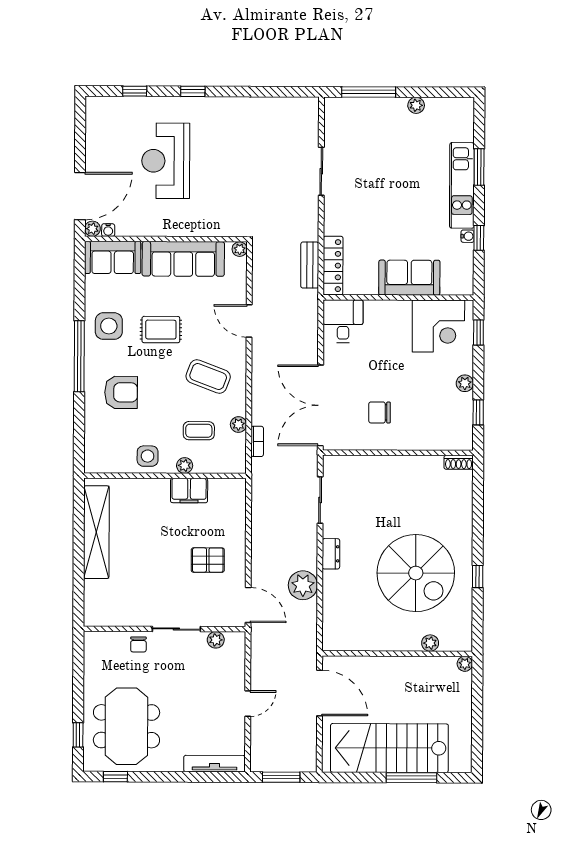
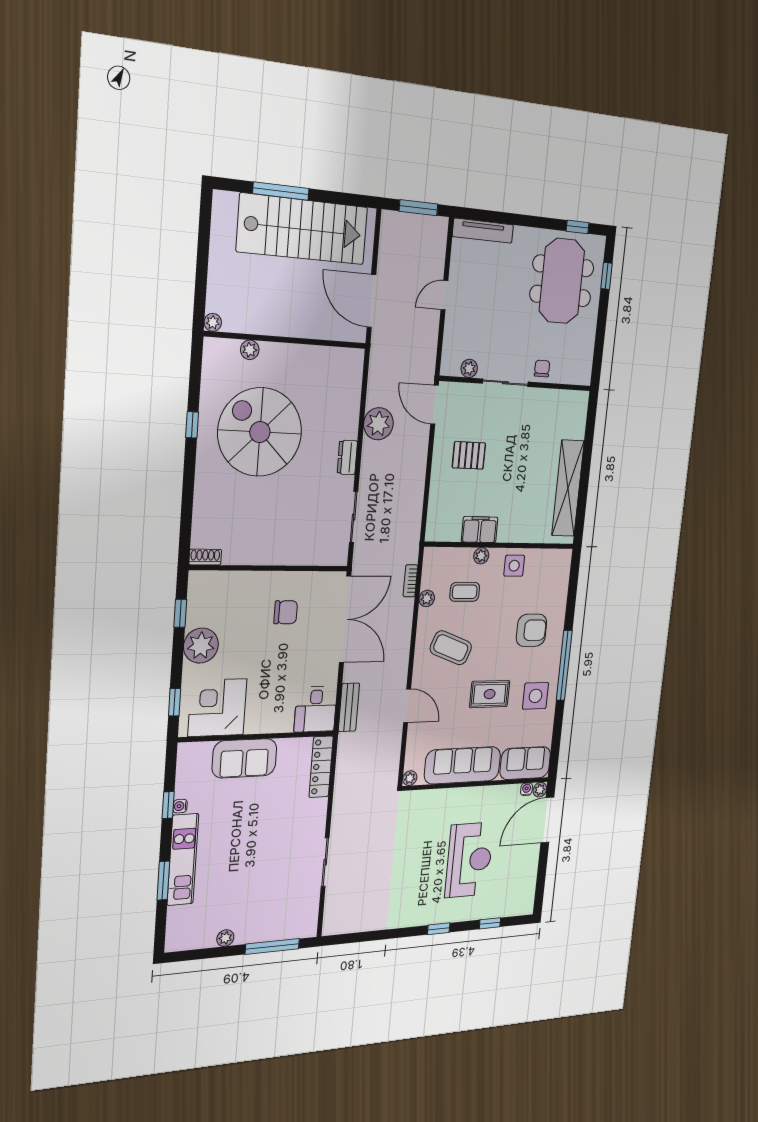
bench: (310, 265) -> (349, 707), moved
plant: (465, 383) -> (201, 646), width x1.88, depth x1.88
armchair: (121, 392) -> (531, 630), turned 180

